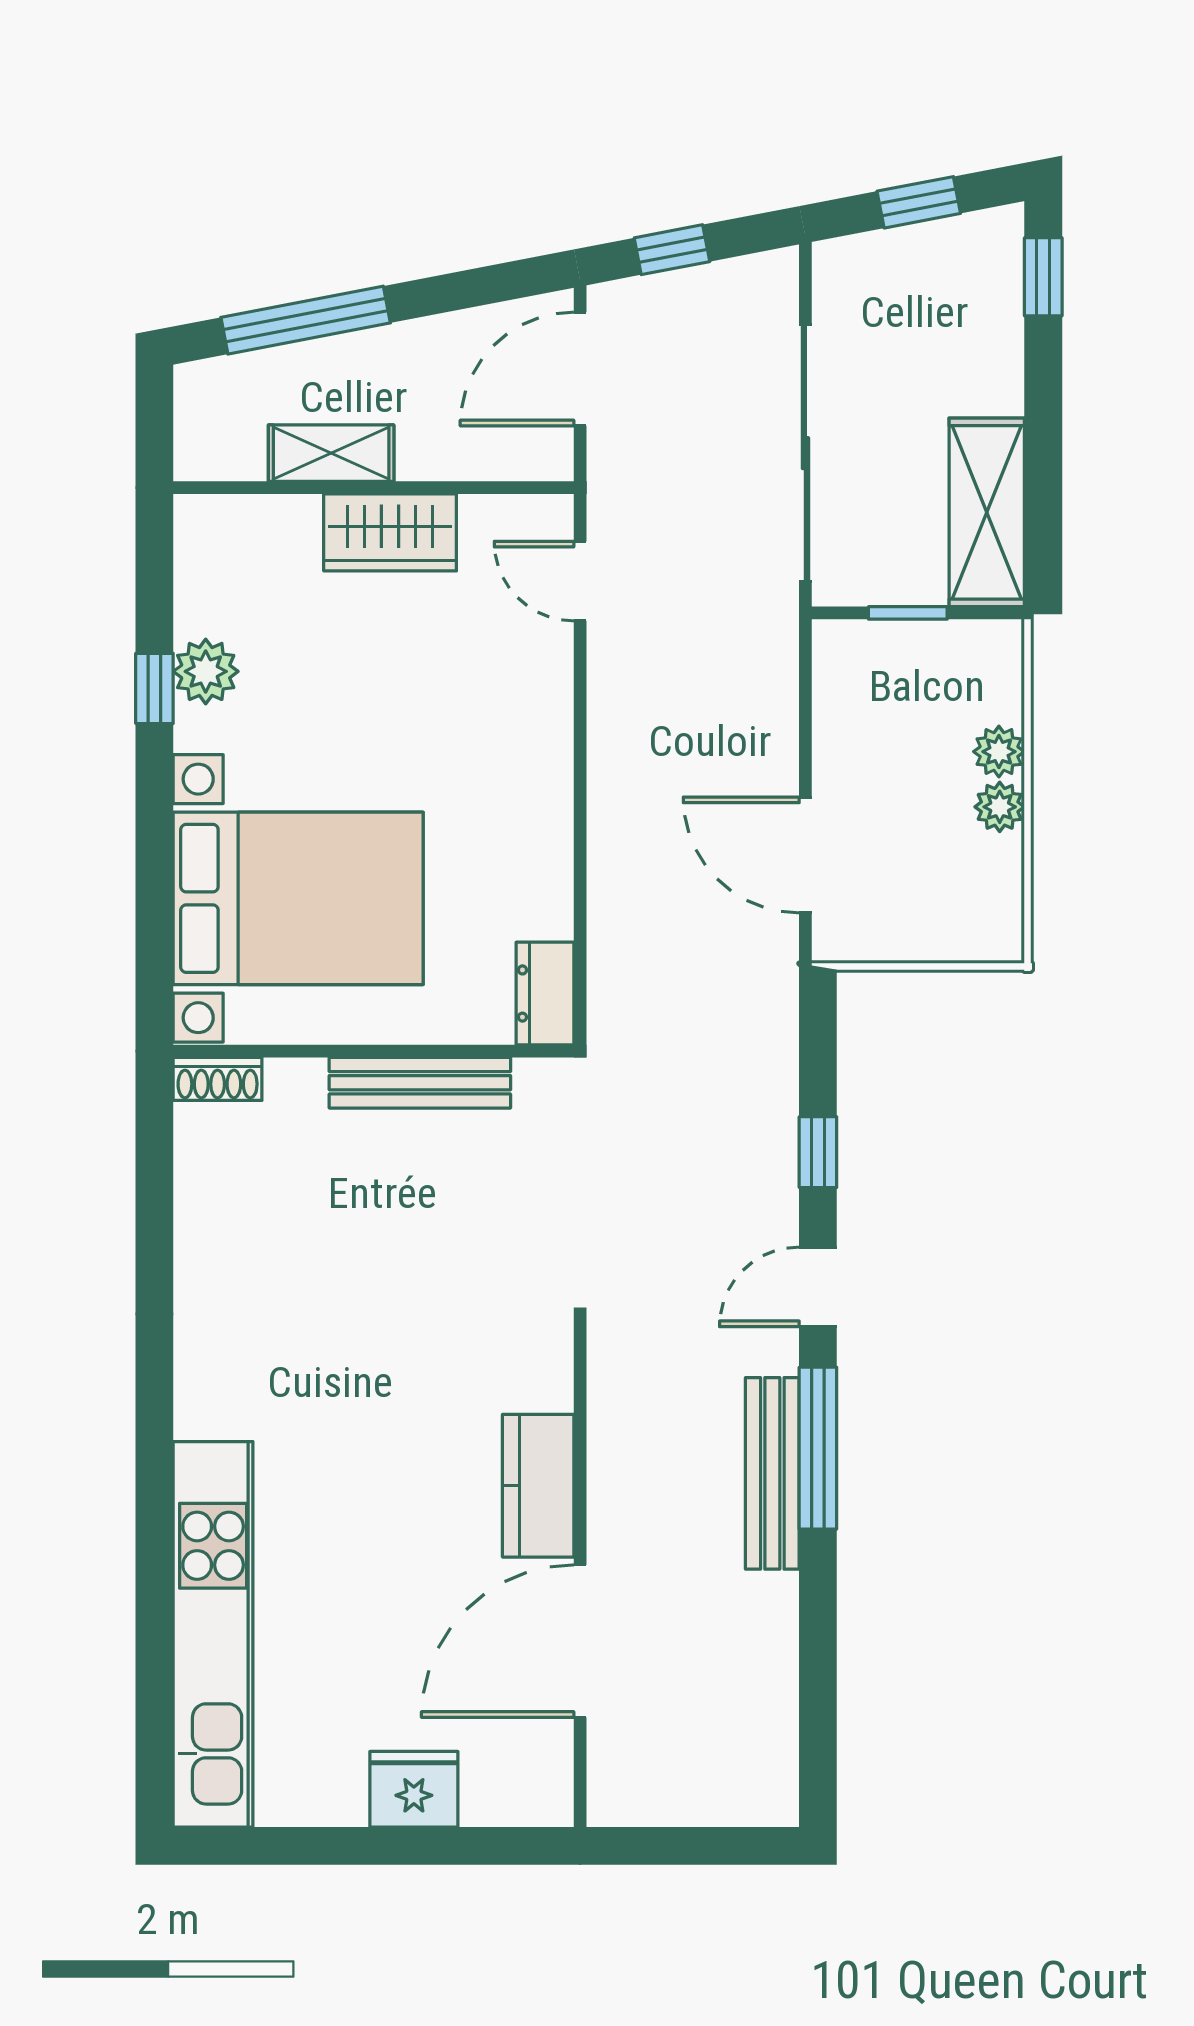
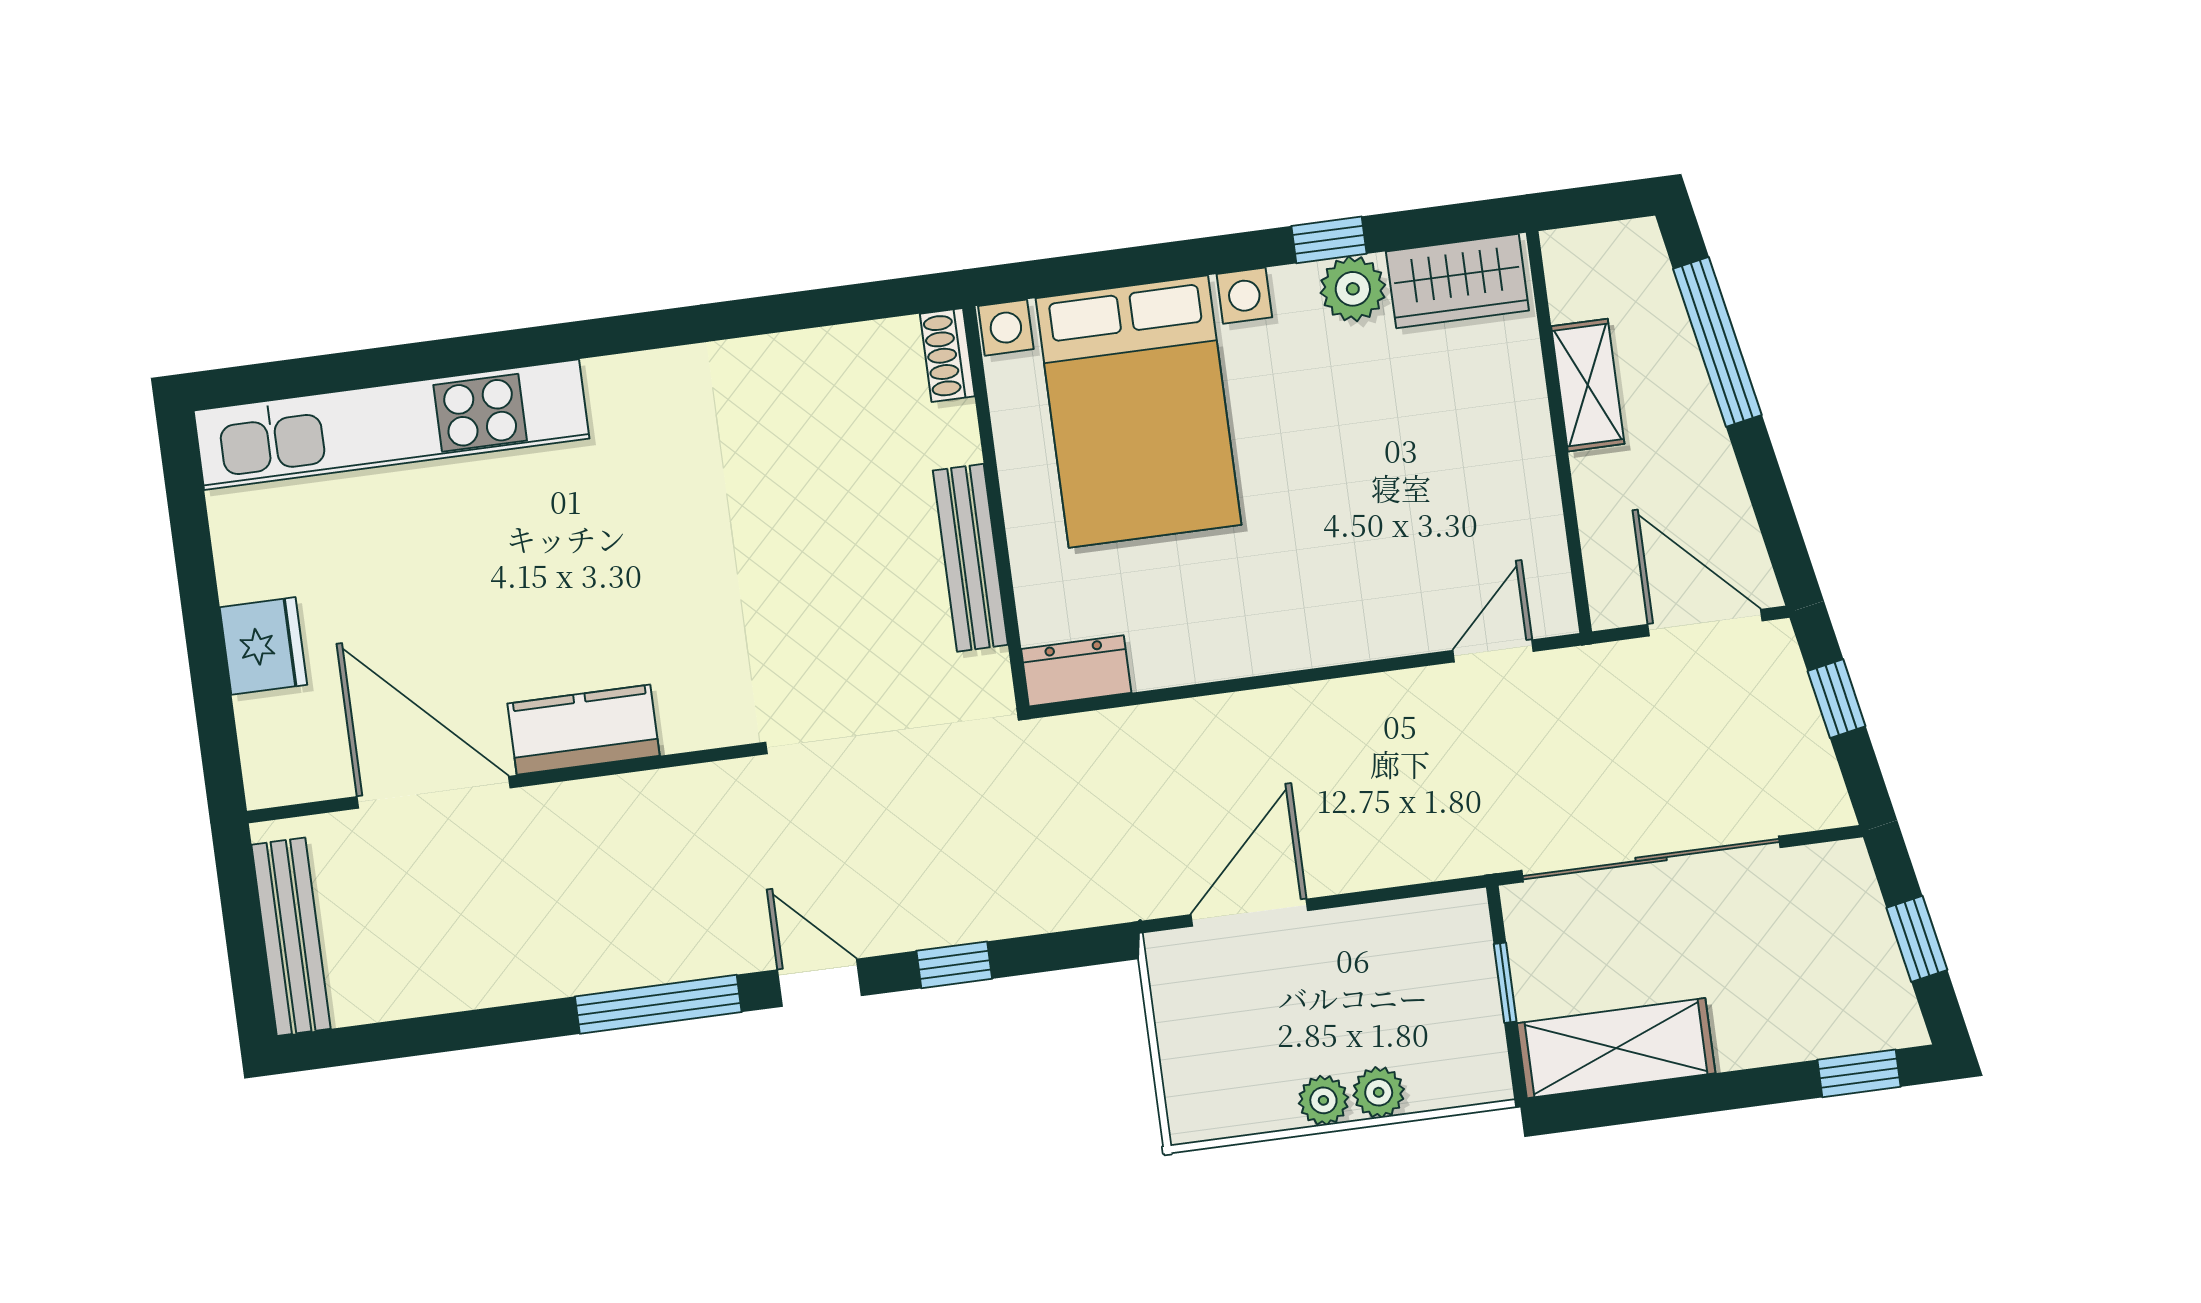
wardrobe: (390, 532) -> (1457, 281), moved, turned -90
bench: (772, 1473) -> (291, 937), moved, turned 90

